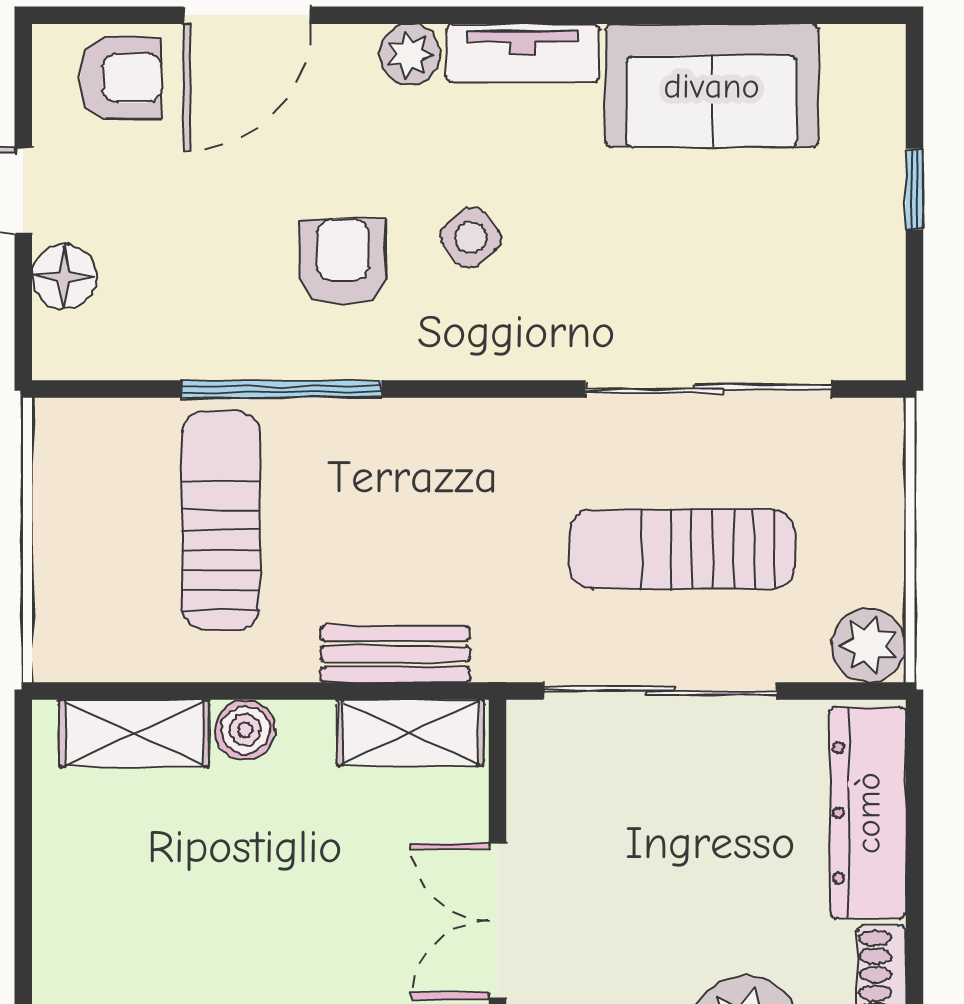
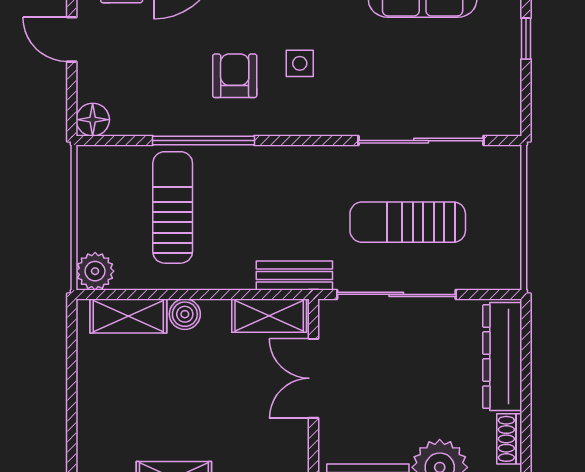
side table: (471, 238) -> (300, 63), turned 38
floor lamp: (64, 277) -> (93, 120), moved
plant: (869, 645) -> (95, 271), moved
bench: (395, 654) -> (294, 275), moved
double door: (498, 921) -> (314, 378), moved

